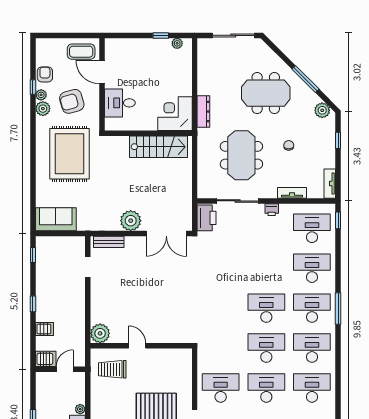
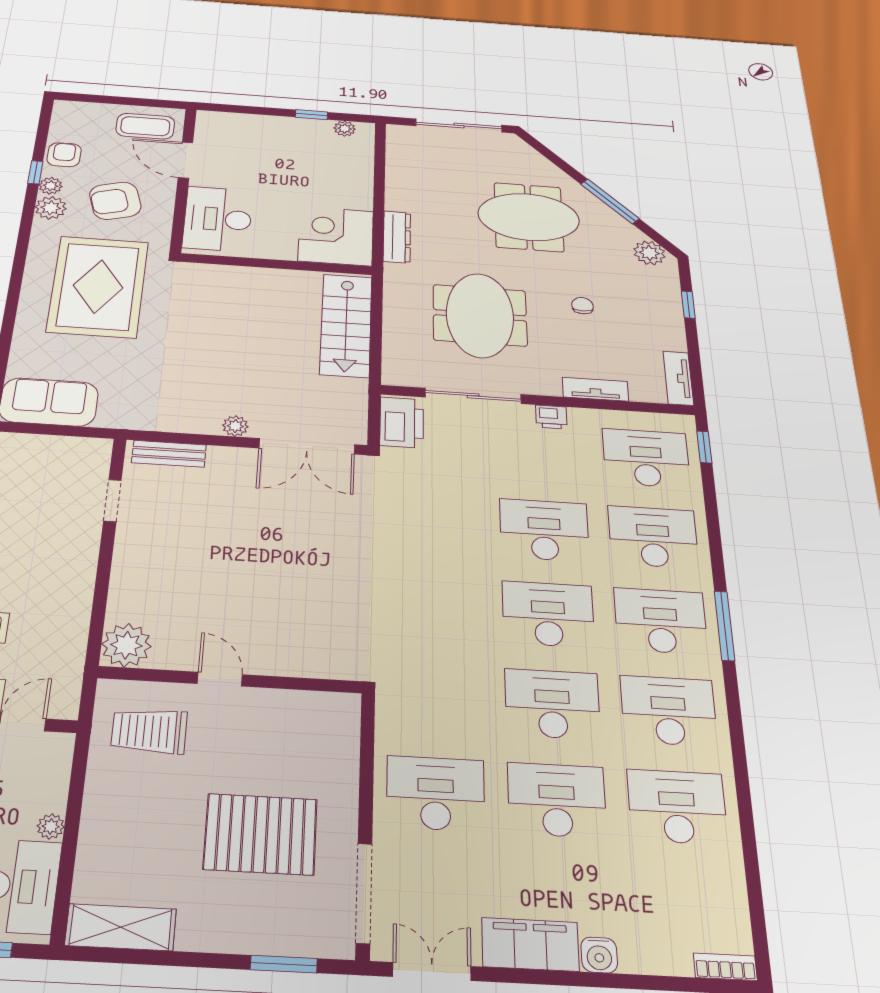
desk: (120, 103) -> (218, 219), width x1.37
stairs: (159, 147) -> (346, 325), moved, turned 90
plant: (131, 221) -> (235, 426), width x0.53, depth x0.53
desk: (266, 268) -> (544, 530), added

